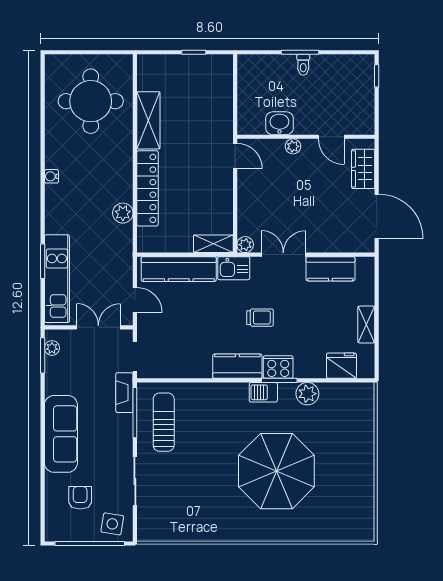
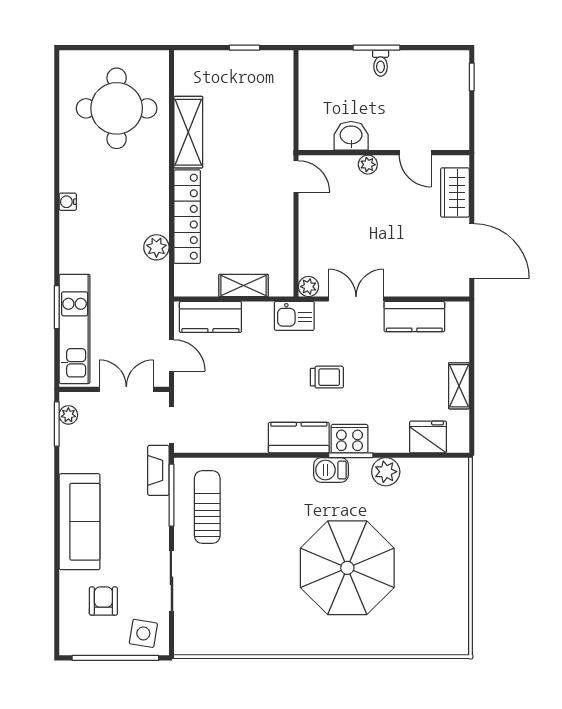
shelving: (213, 244) -> (244, 286), moved
kitchen counter: (179, 269) -> (210, 317), width x0.67

